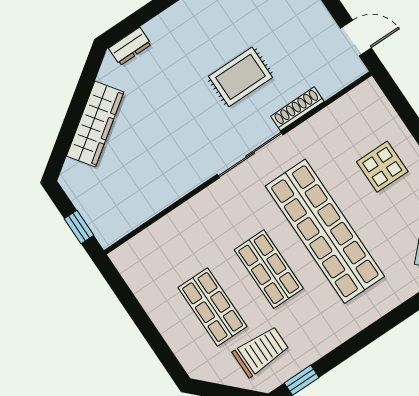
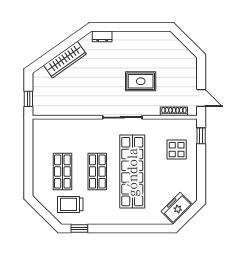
window: (397, 99) -> (201, 136), added
shoe rack: (297, 109) -> (174, 111), moved
display table: (382, 167) -> (177, 150), moved
trolley: (261, 351) -> (70, 204), turned 180

